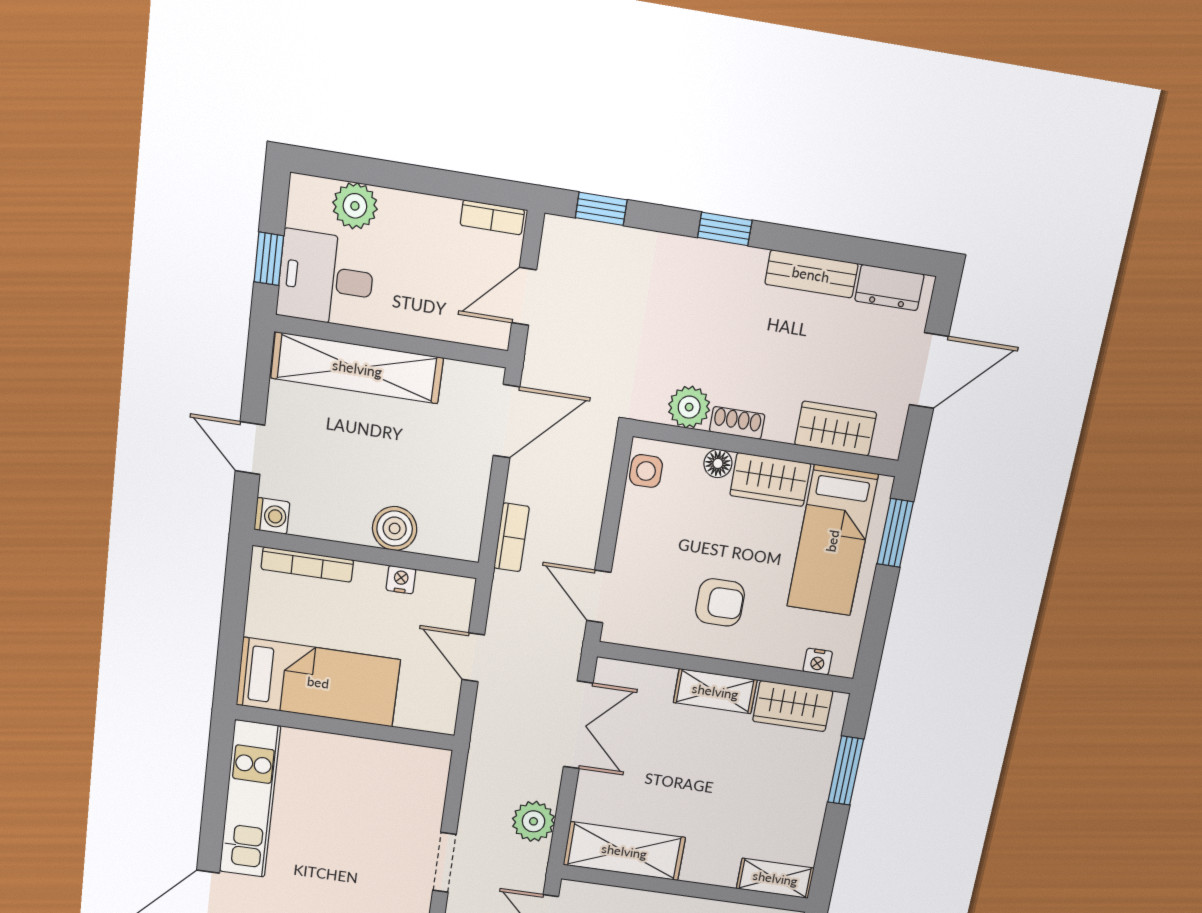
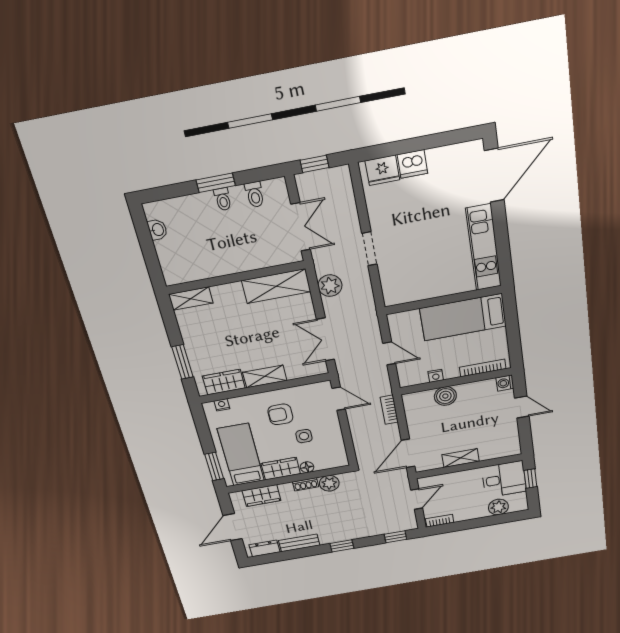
shelving: (357, 368) -> (461, 458), width x0.45, depth x0.75
side table: (646, 471) -> (304, 436), moved

